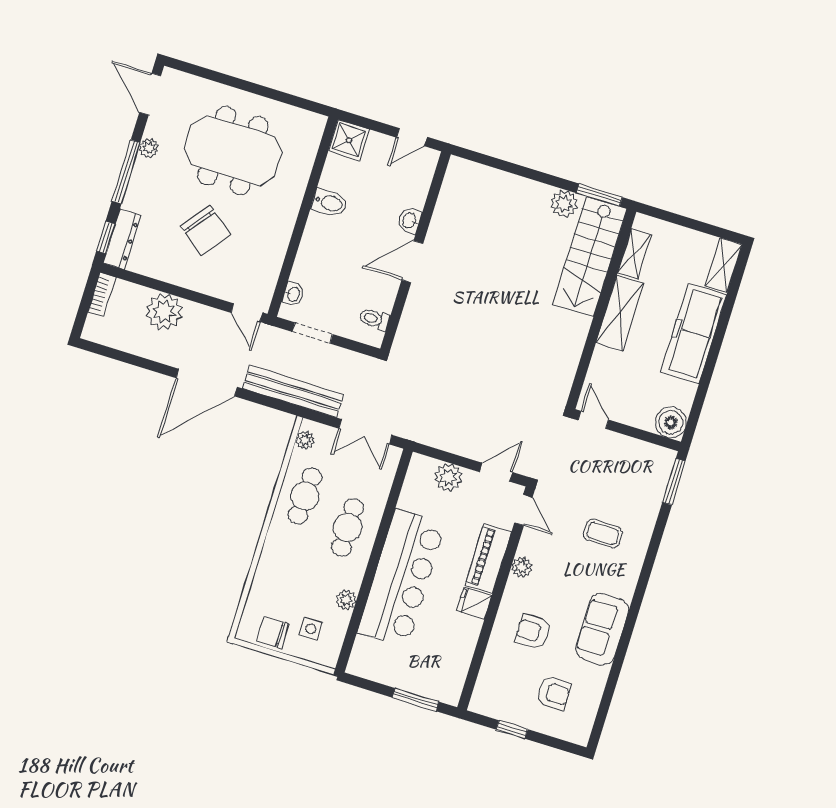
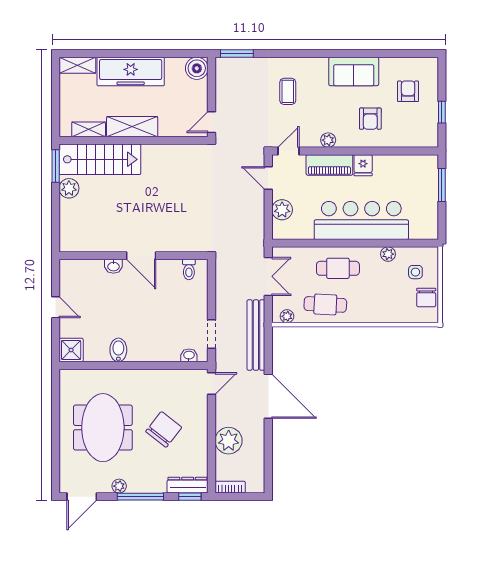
washbasin: (410, 221) -> (113, 266), moved
wall: (416, 252) -> (134, 256), moved
door: (412, 262) -> (141, 256), moved
toilet: (374, 319) -> (189, 269), moved

